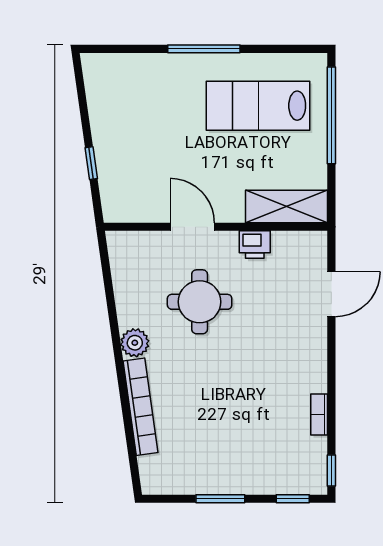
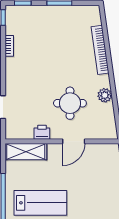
door: (192, 227) -> (74, 141), hinge flipped
plant: (135, 343) -> (105, 95), moved

